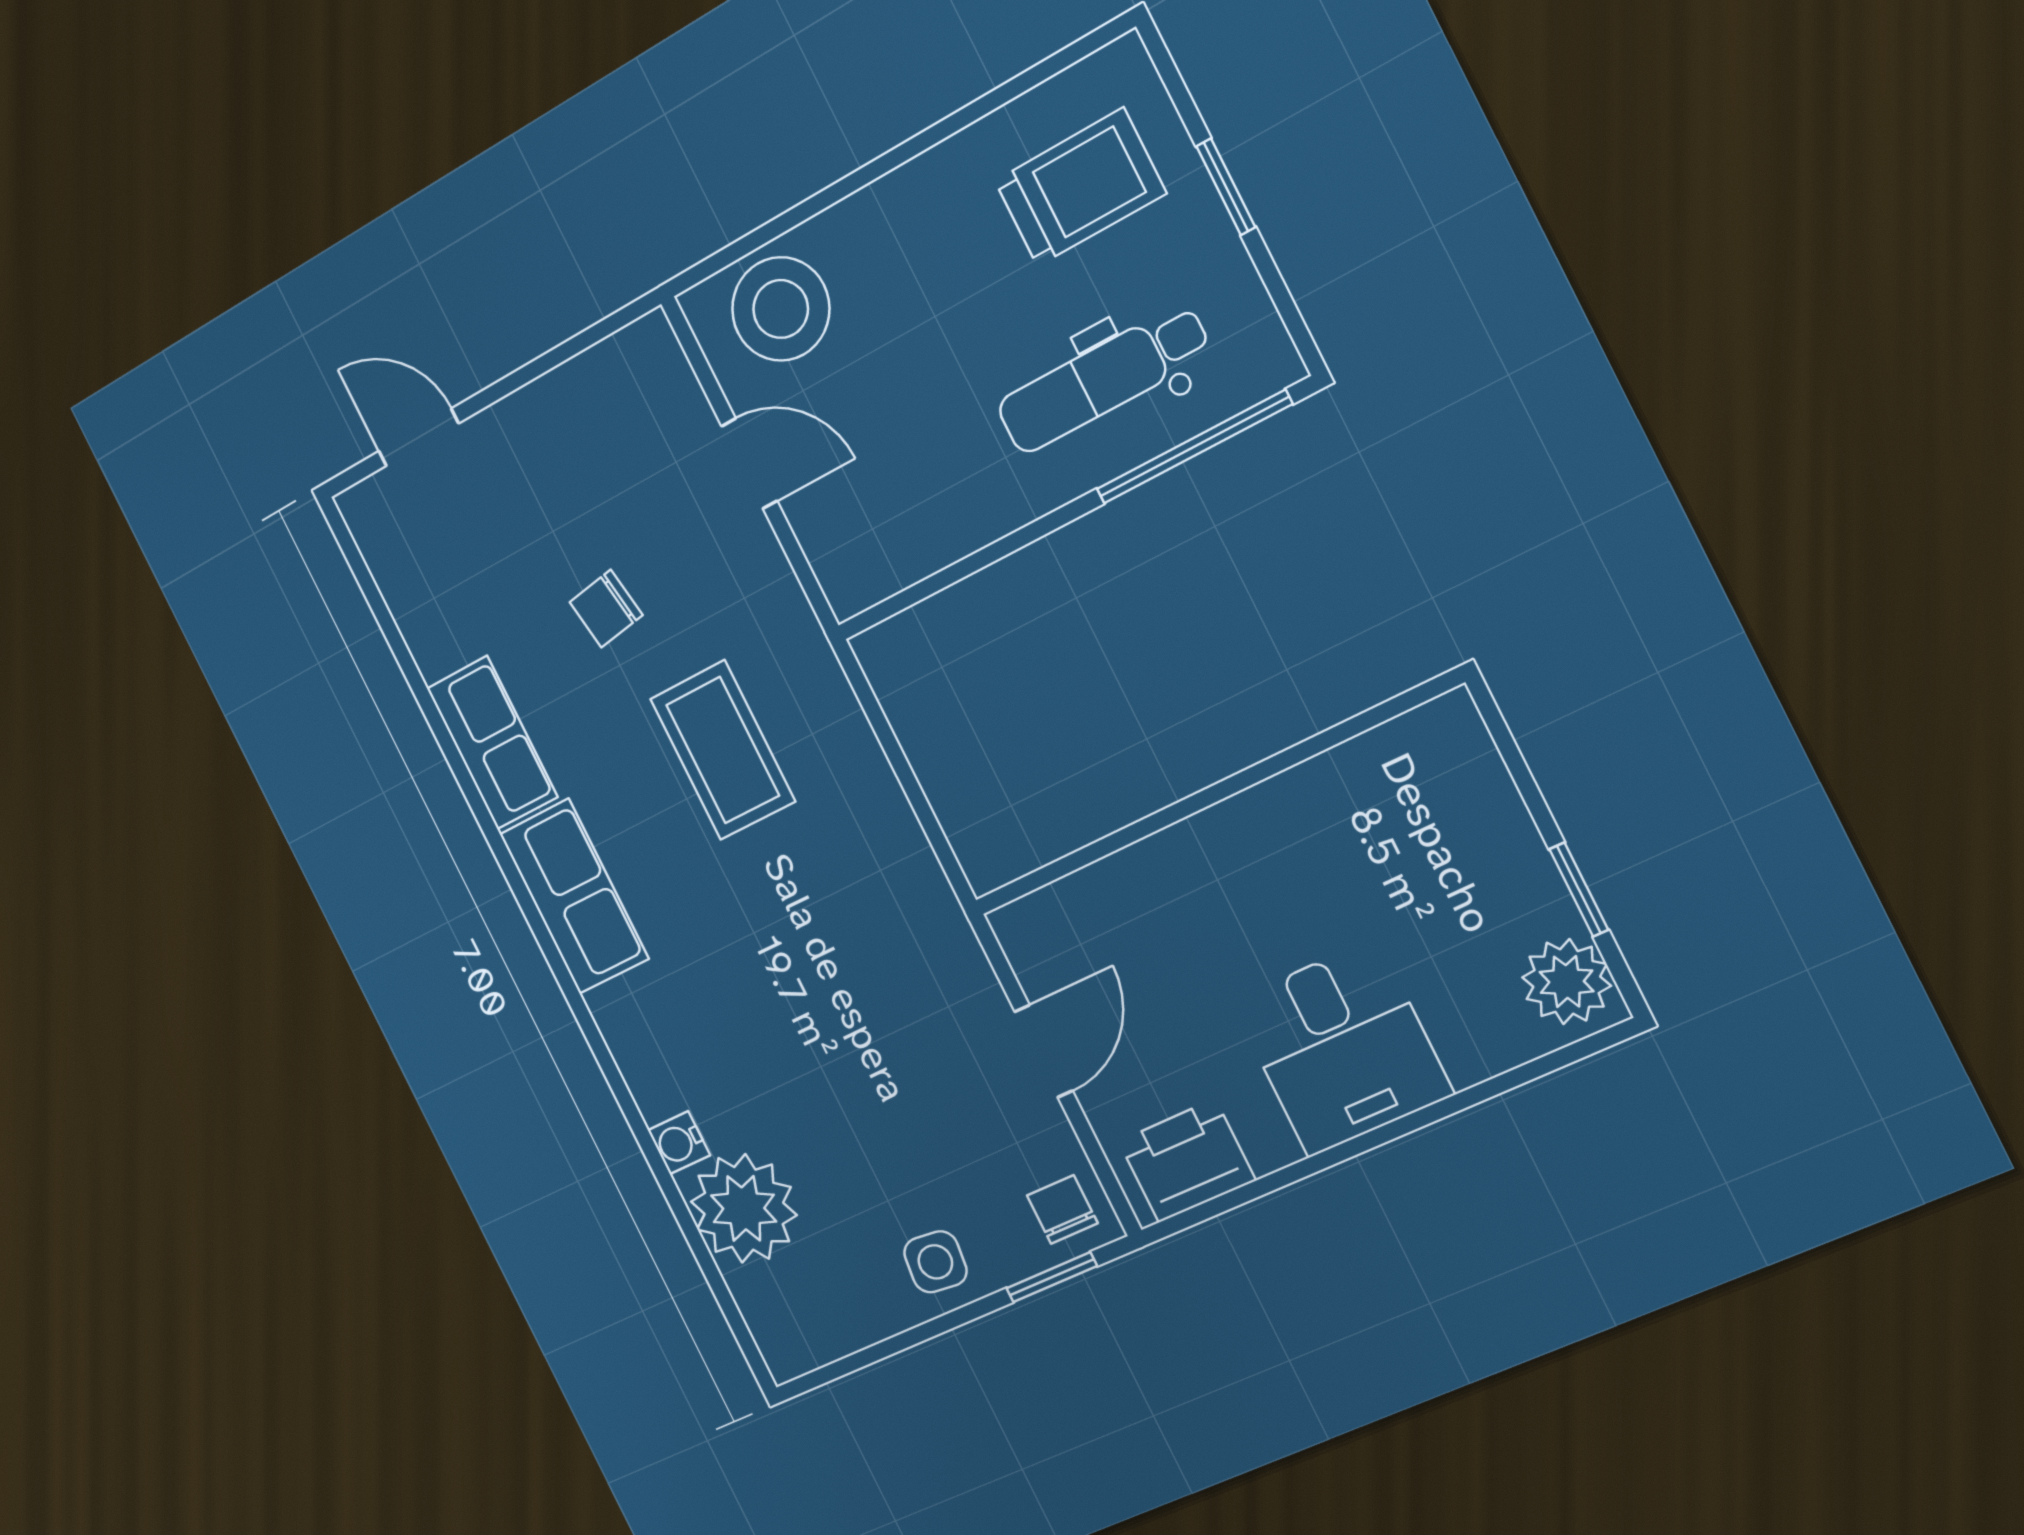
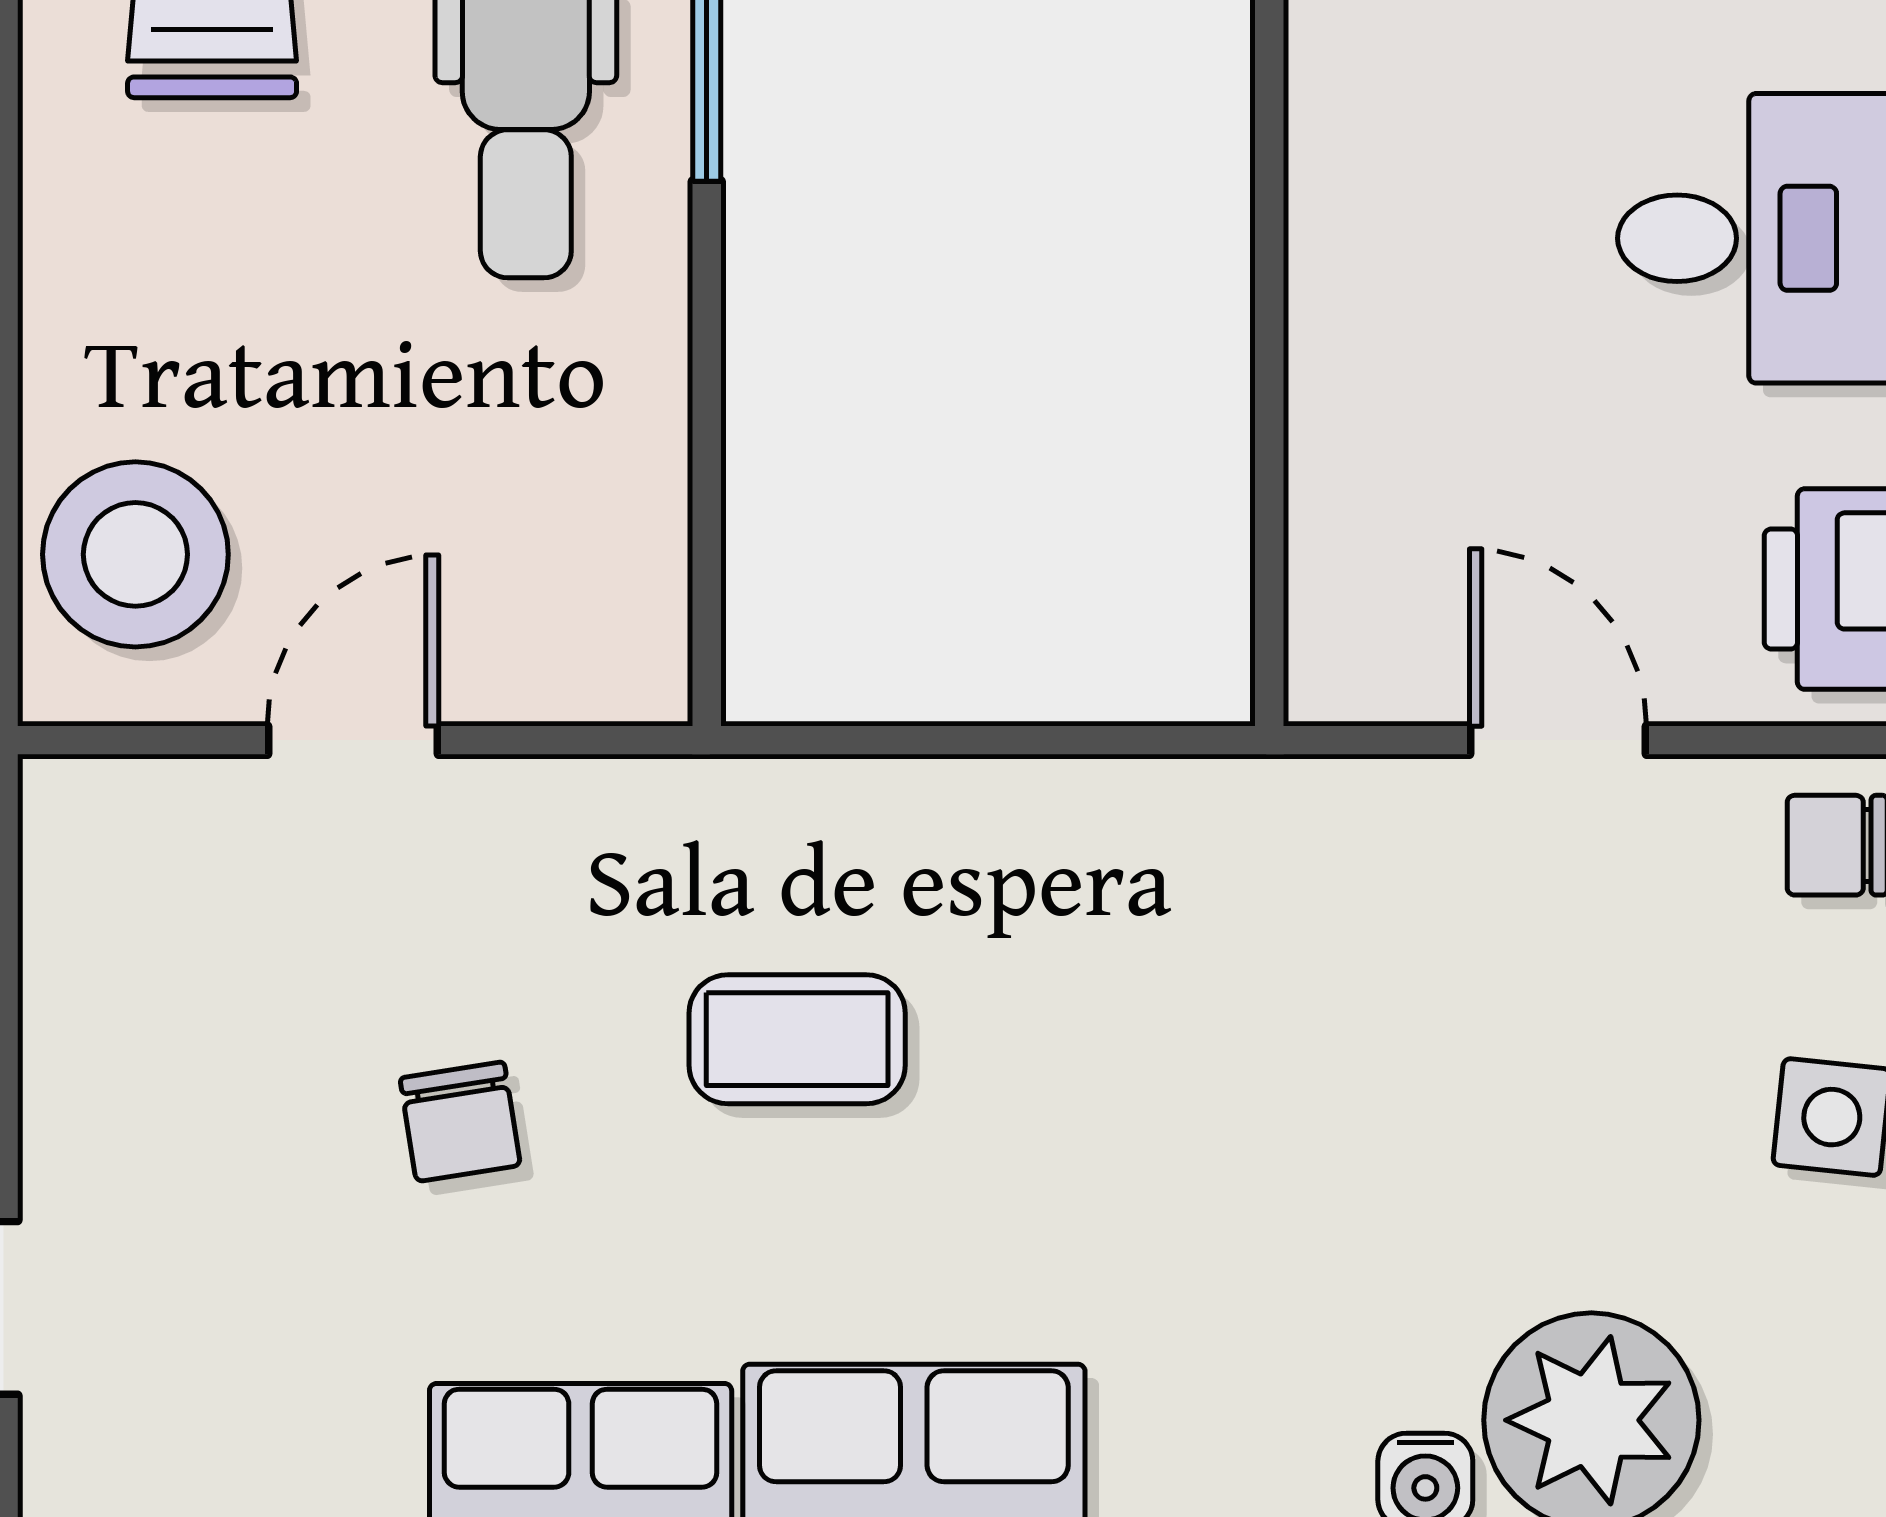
coffee table: (723, 750) -> (797, 1039), width x0.73, depth x0.77

